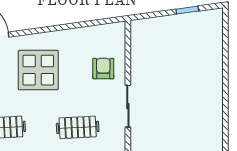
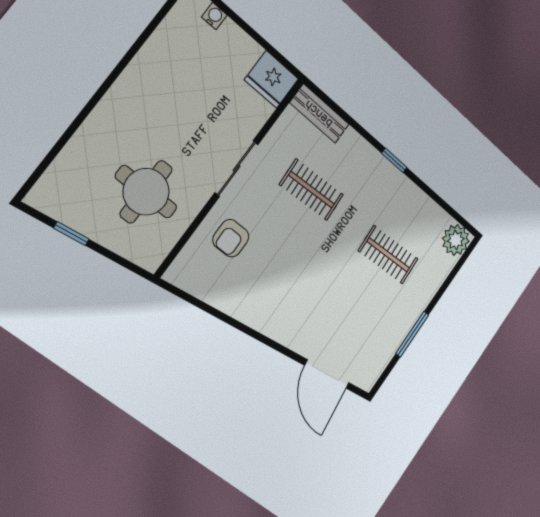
round table: (166, 58) -> (146, 192), added
display table: (38, 70) -> (305, 294), removed

